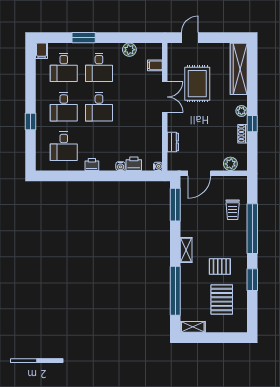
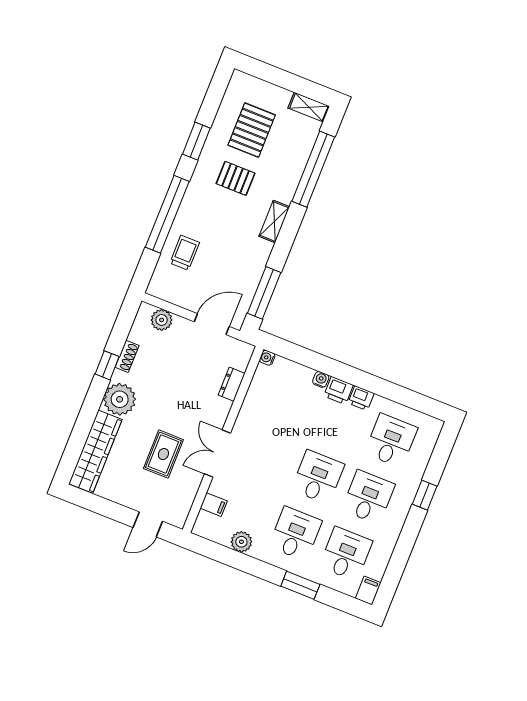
rug: (197, 84) -> (163, 454), width x0.73, depth x0.70
plant: (241, 111) -> (120, 399), width x1.87, depth x1.87
printer: (134, 164) -> (338, 390), moved

